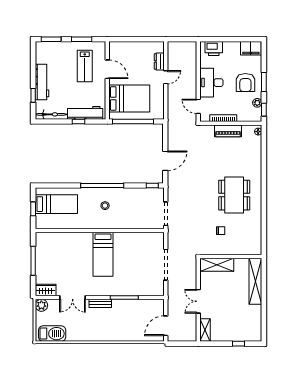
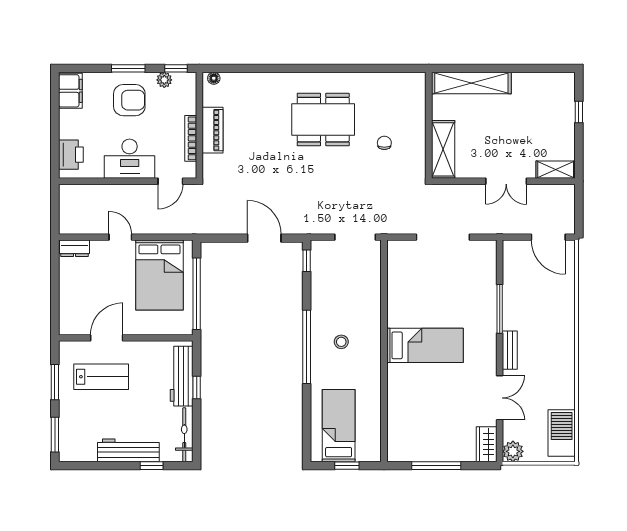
dresser: (159, 61) -> (74, 248), moved
bed: (129, 98) -> (159, 275), moved, turned 180

